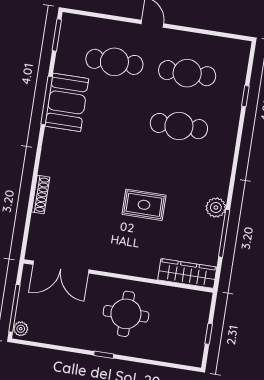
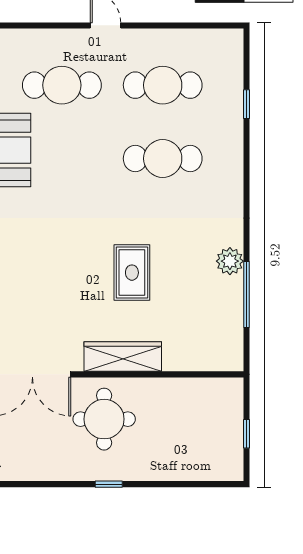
rug: (144, 205) -> (132, 273), turned 90
wardrobe: (187, 273) -> (123, 356), moved
round table: (126, 314) -> (104, 419), moved

